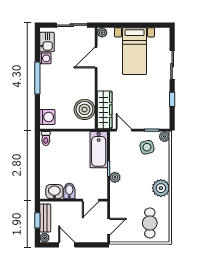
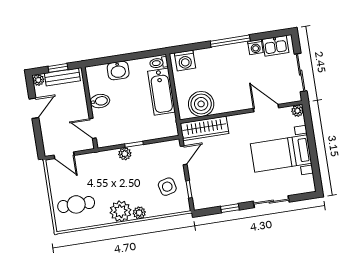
plant: (165, 137) -> (139, 213), moved
bathtub: (99, 150) -> (161, 92), moved, turned -90
washbasin: (54, 192) -> (118, 70), moved, turned 90

